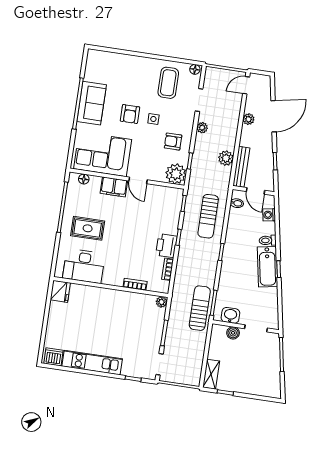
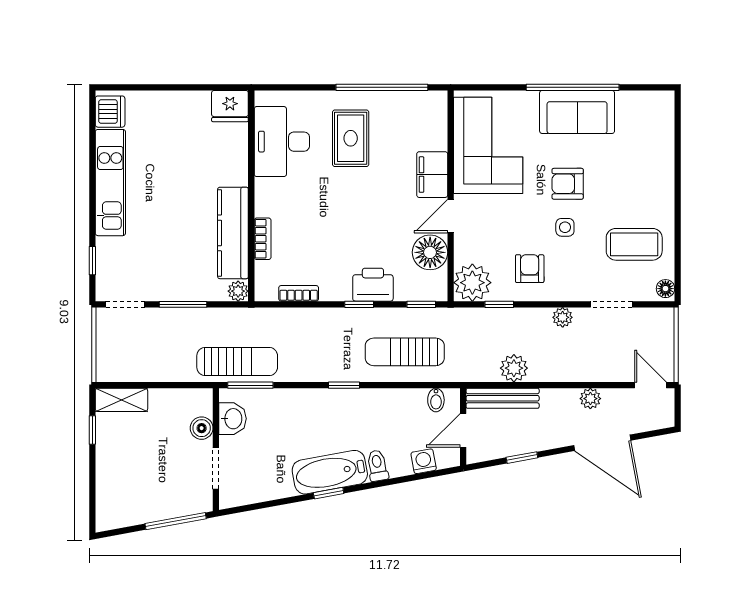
floor lamp: (84, 179) -> (430, 252), moved, width x1.89, depth x1.89
printer: (166, 246) -> (373, 285), moved
kitchen counter: (129, 300) -> (233, 233), added

